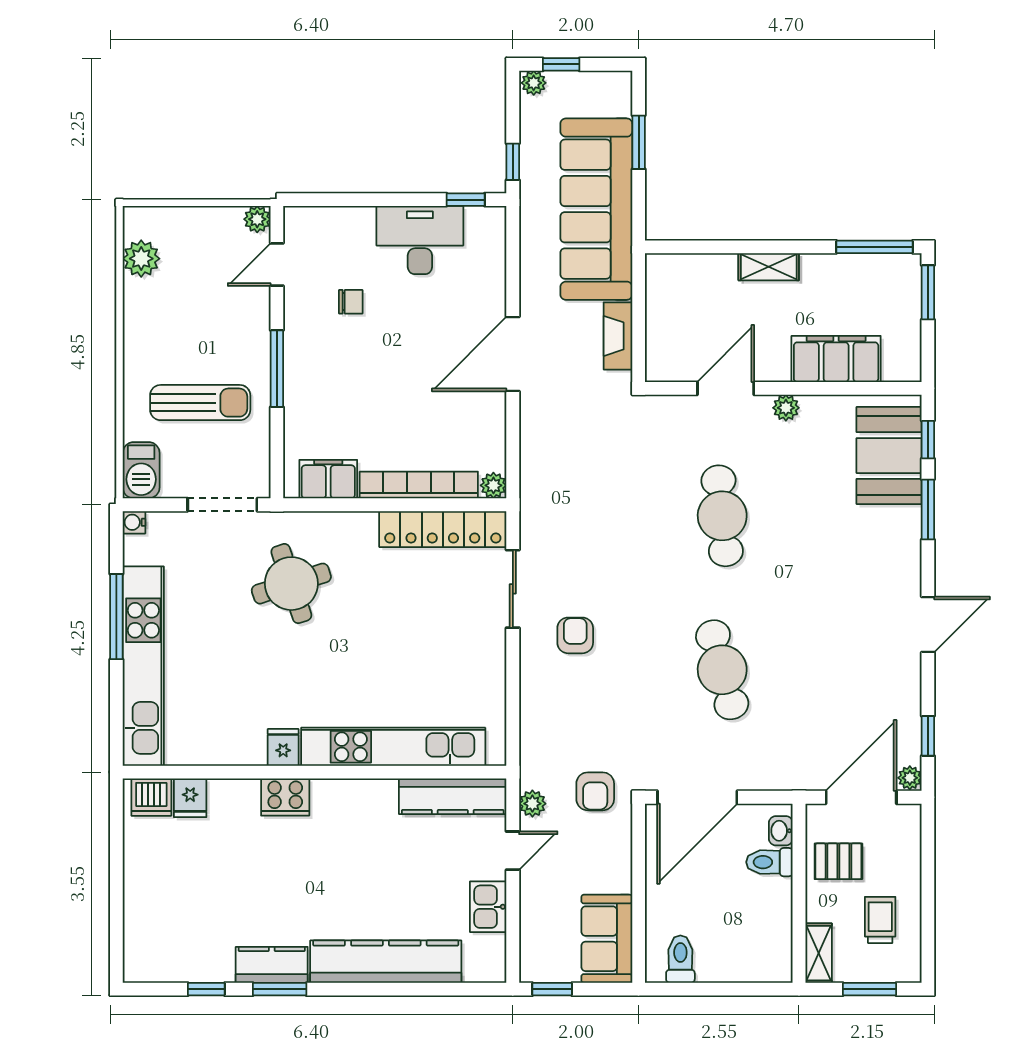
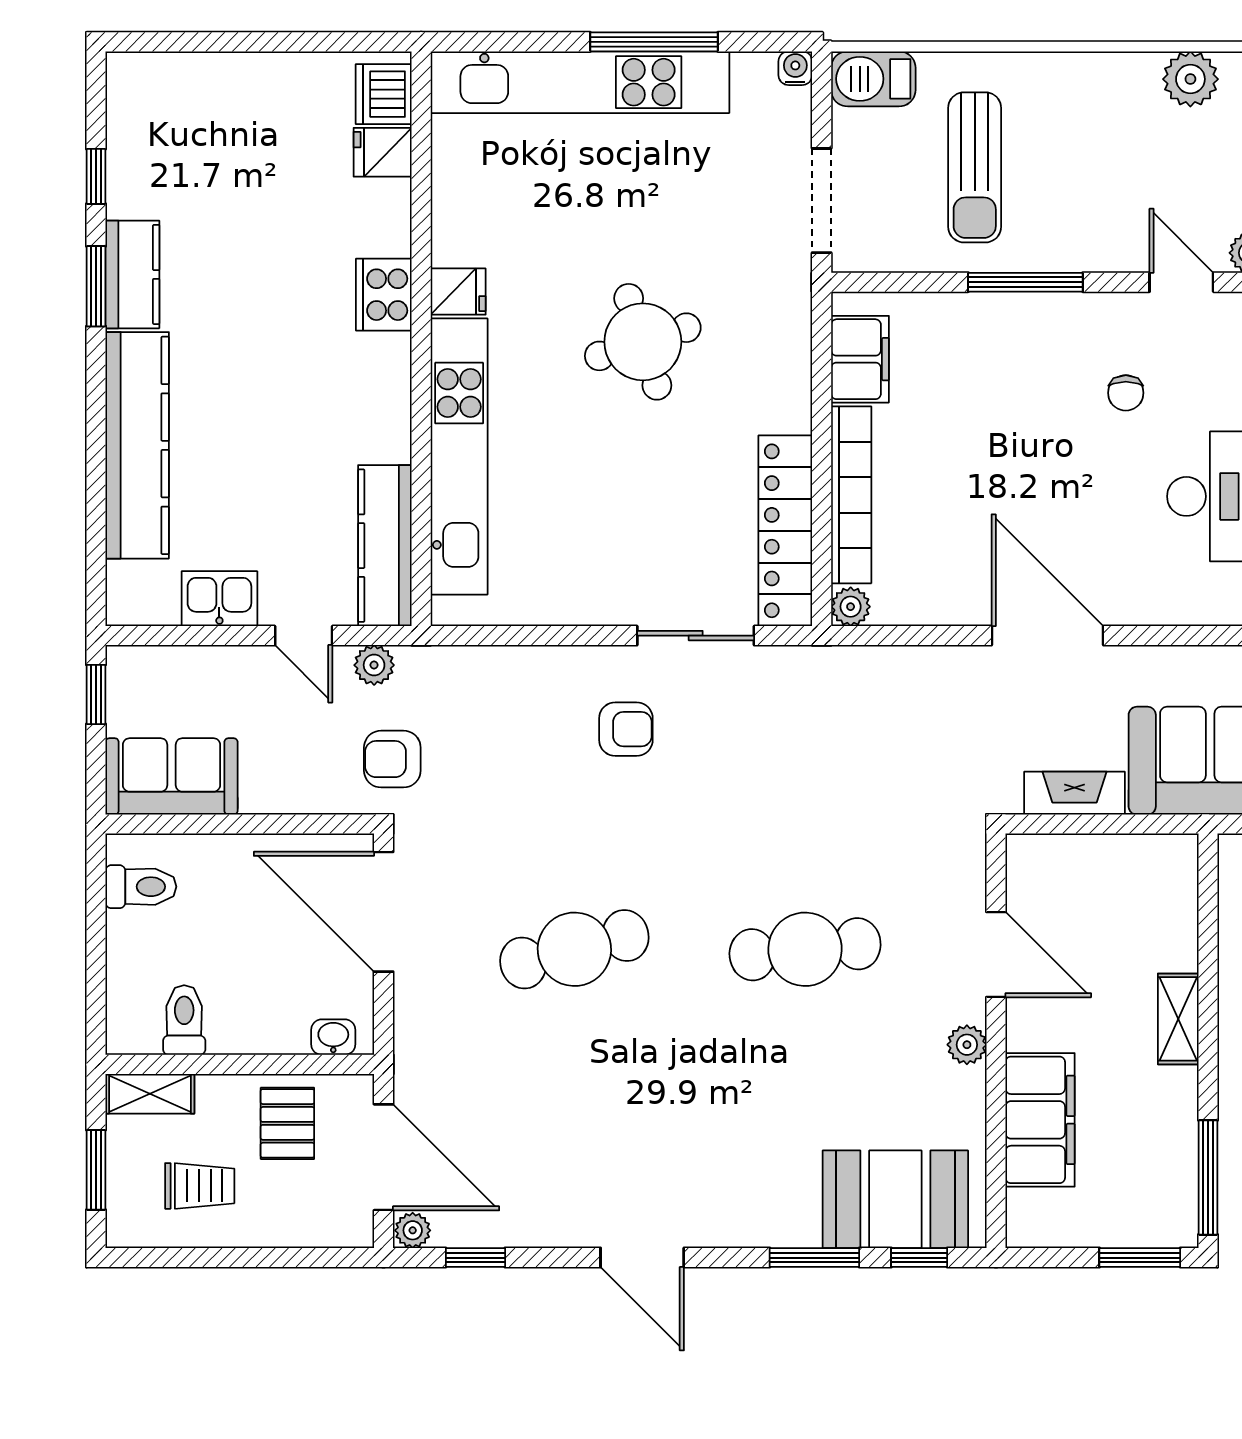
round table: (291, 584) -> (643, 342), moved
toilet: (769, 862) -> (184, 1020), moved

